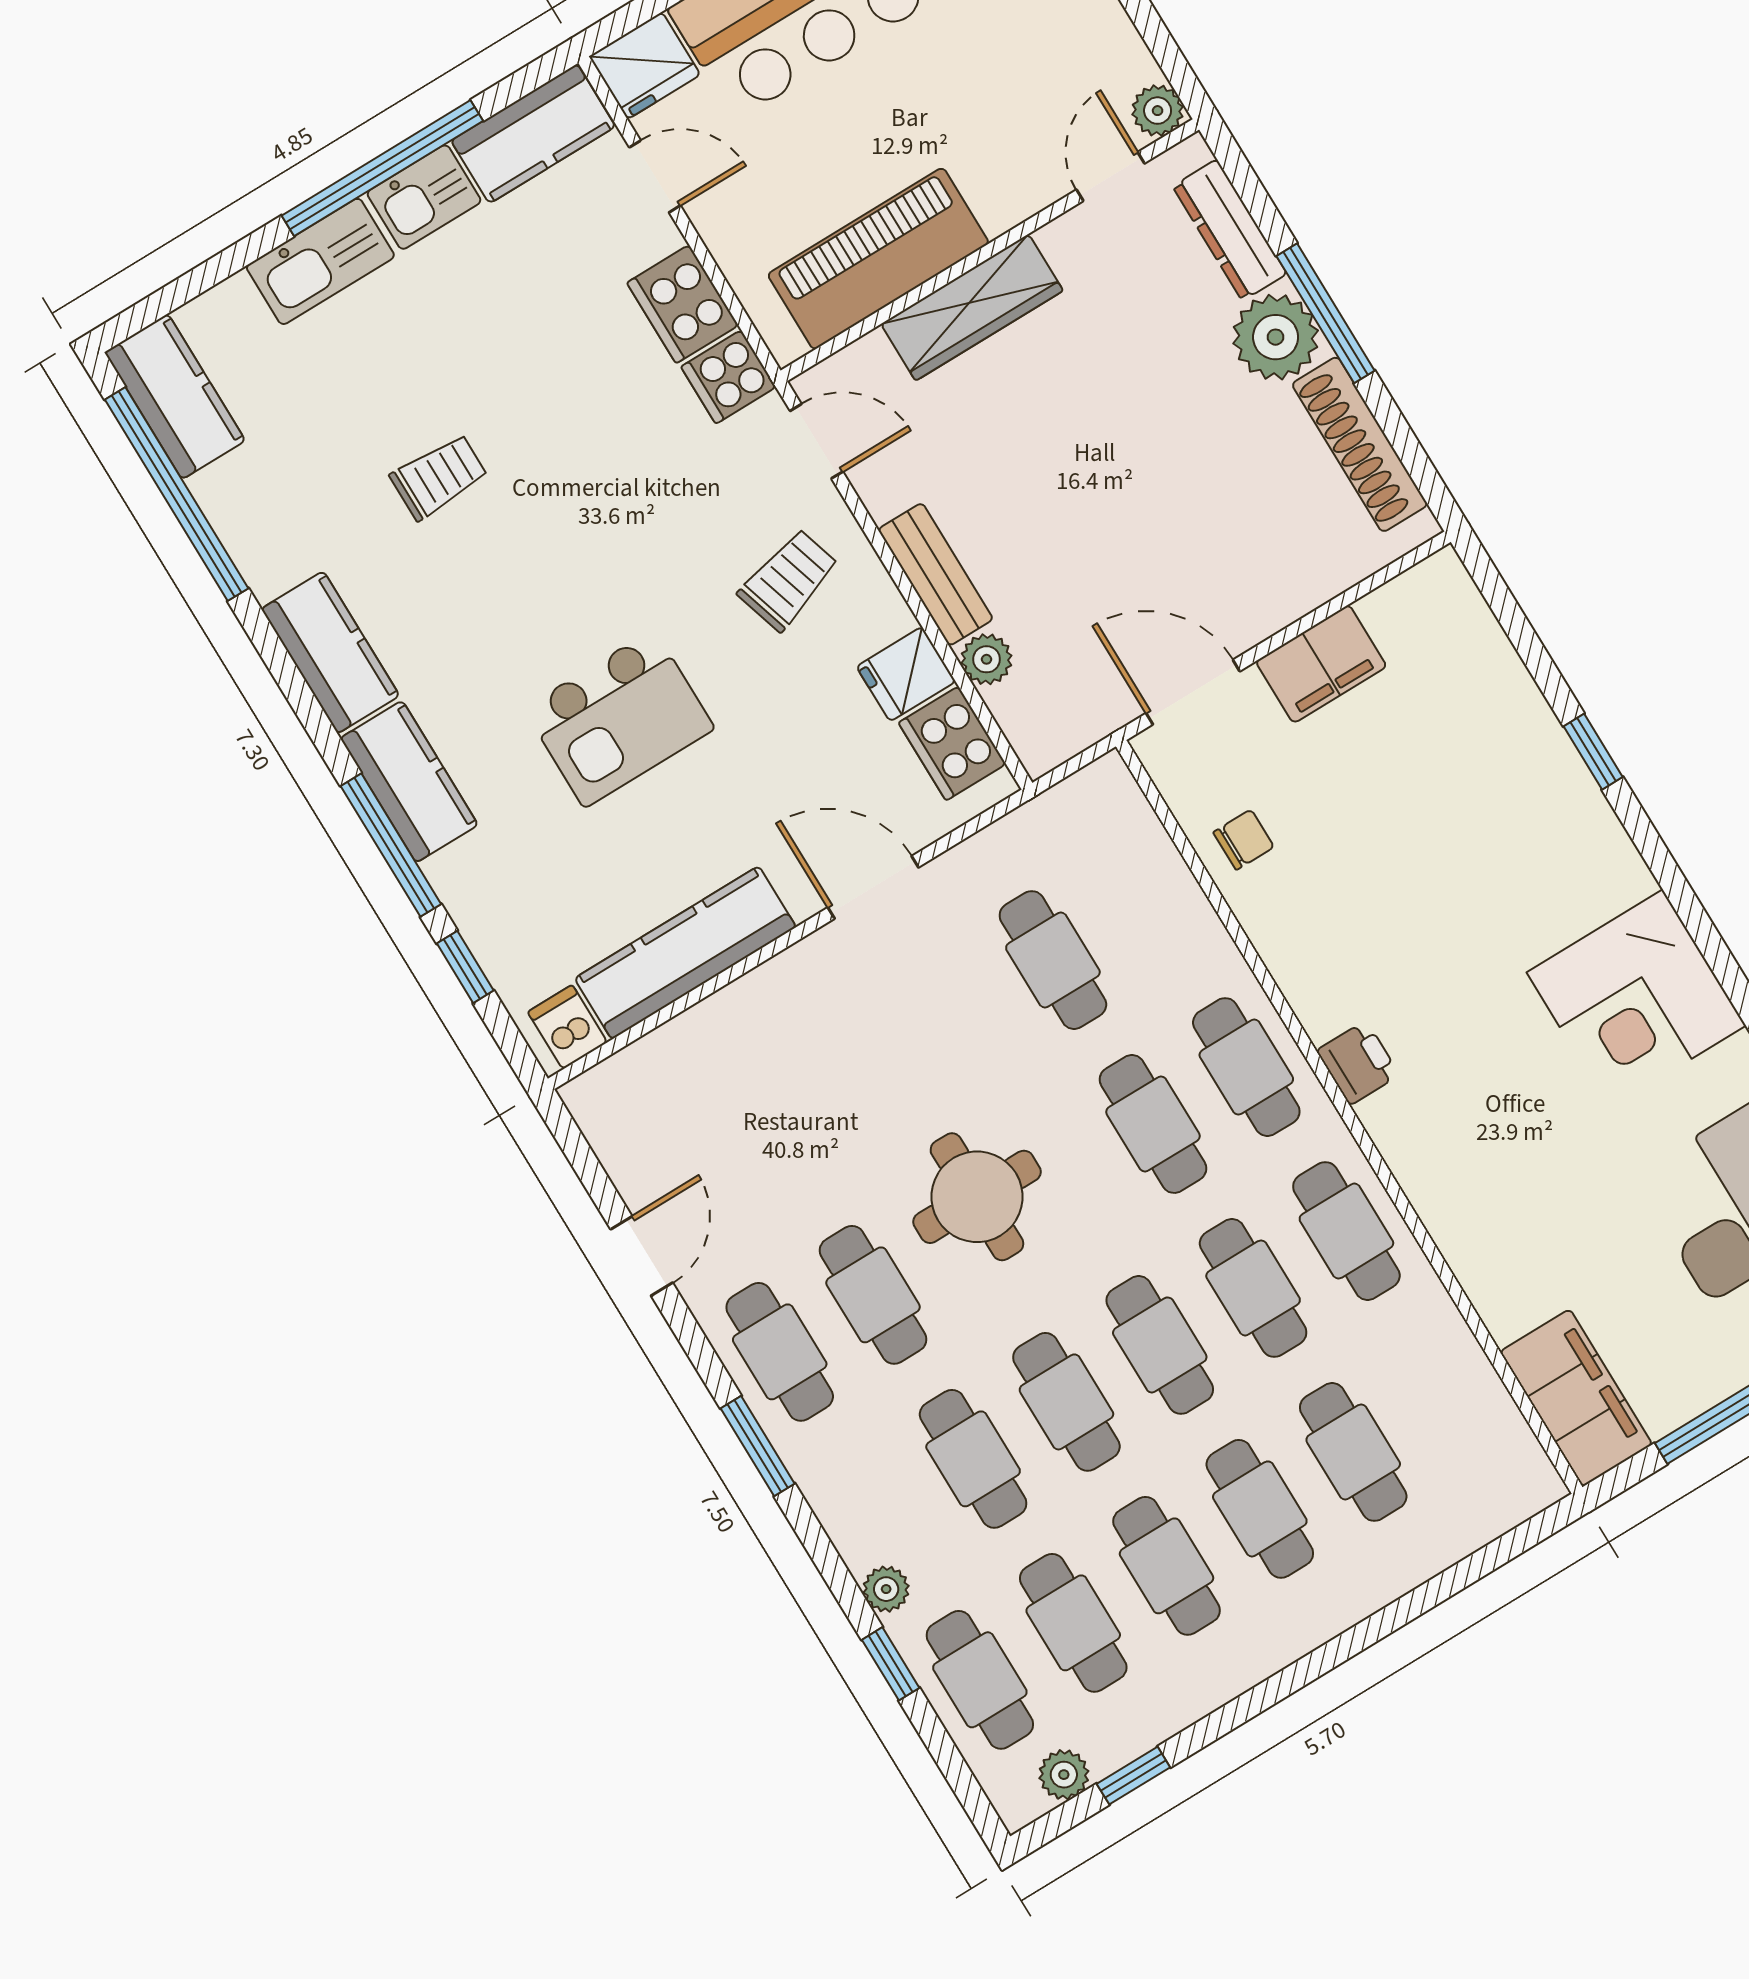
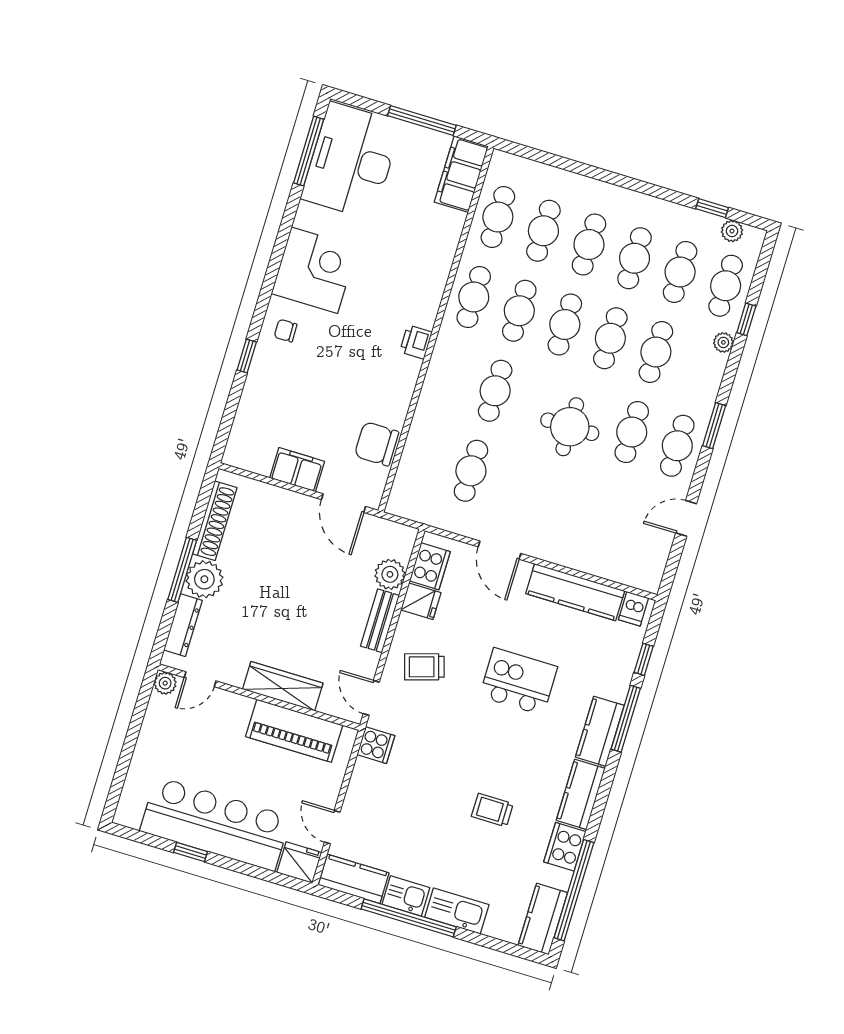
cooker: (683, 304) -> (565, 847), moved, turned 180
plant: (987, 659) -> (390, 574), width x1.38, depth x1.38
chair: (1244, 840) -> (377, 444), width x1.87, depth x1.87
chair: (1577, 857) -> (286, 331), added
cafe table: (1246, 1067) -> (498, 217), moved

